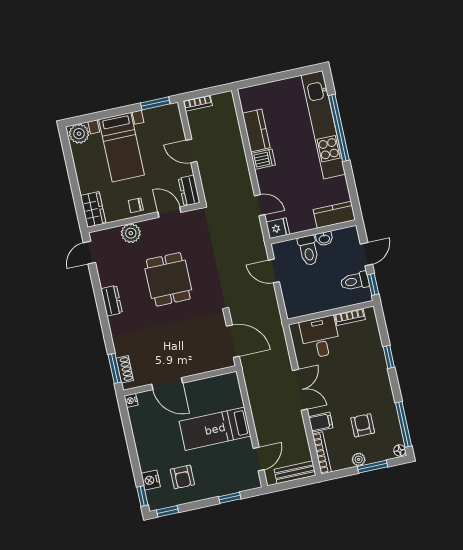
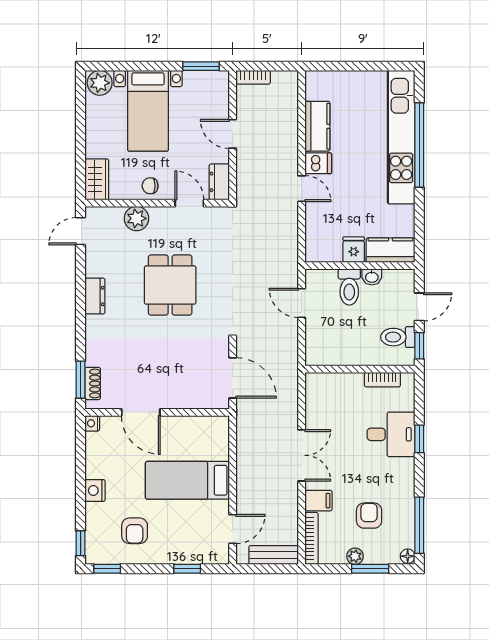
door: (260, 205) -> (302, 189), moved
fridge: (278, 228) -> (354, 250), moved, turned -90
desk: (320, 337) -> (391, 434), moved, turned 90
nightstand: (151, 480) -> (95, 490), moved

